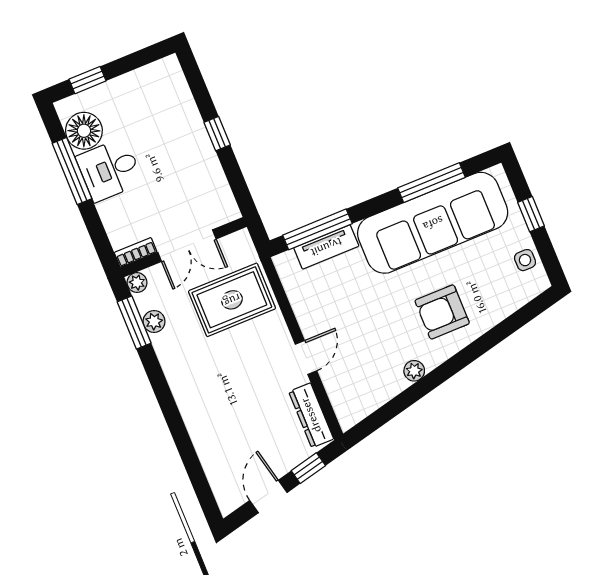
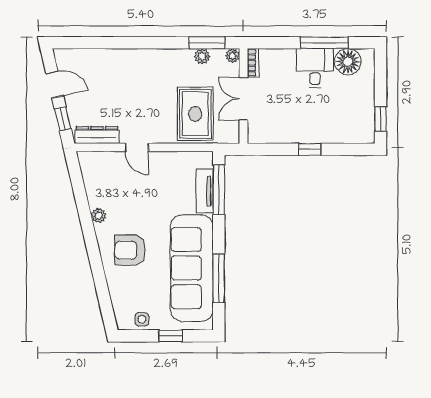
window: (88, 80) -> (381, 119), moved
armchair: (442, 312) -> (130, 250), turned -90

